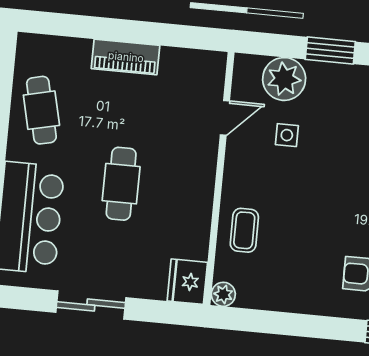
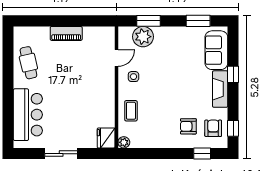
window: (330, 50) -> (148, 21), moved
side table: (287, 135) -> (133, 77), moved
cafe table: (121, 184) -> (70, 94), removed

